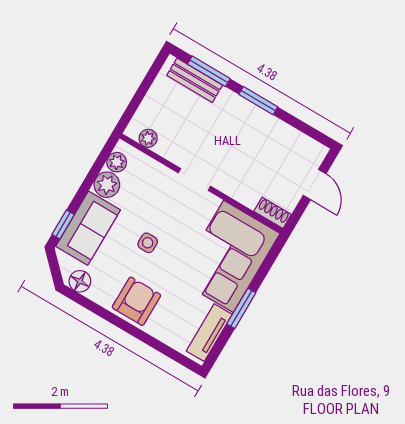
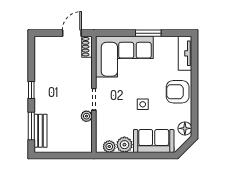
window: (258, 101) -> (31, 90), width x0.67
plant: (148, 138) -> (86, 116), moved
door: (315, 185) -> (72, 33), moved
window: (63, 224) -> (160, 156), removed
tv unit: (209, 333) -> (185, 53), moved, turned 90

